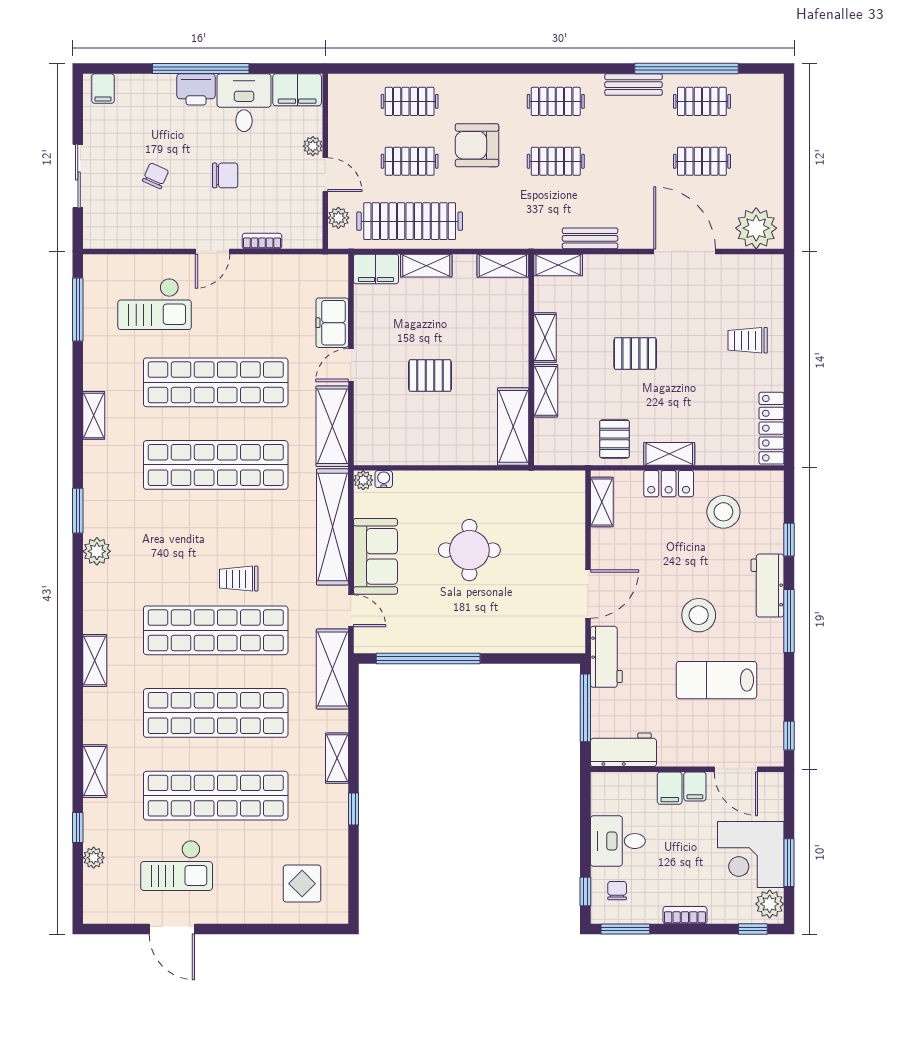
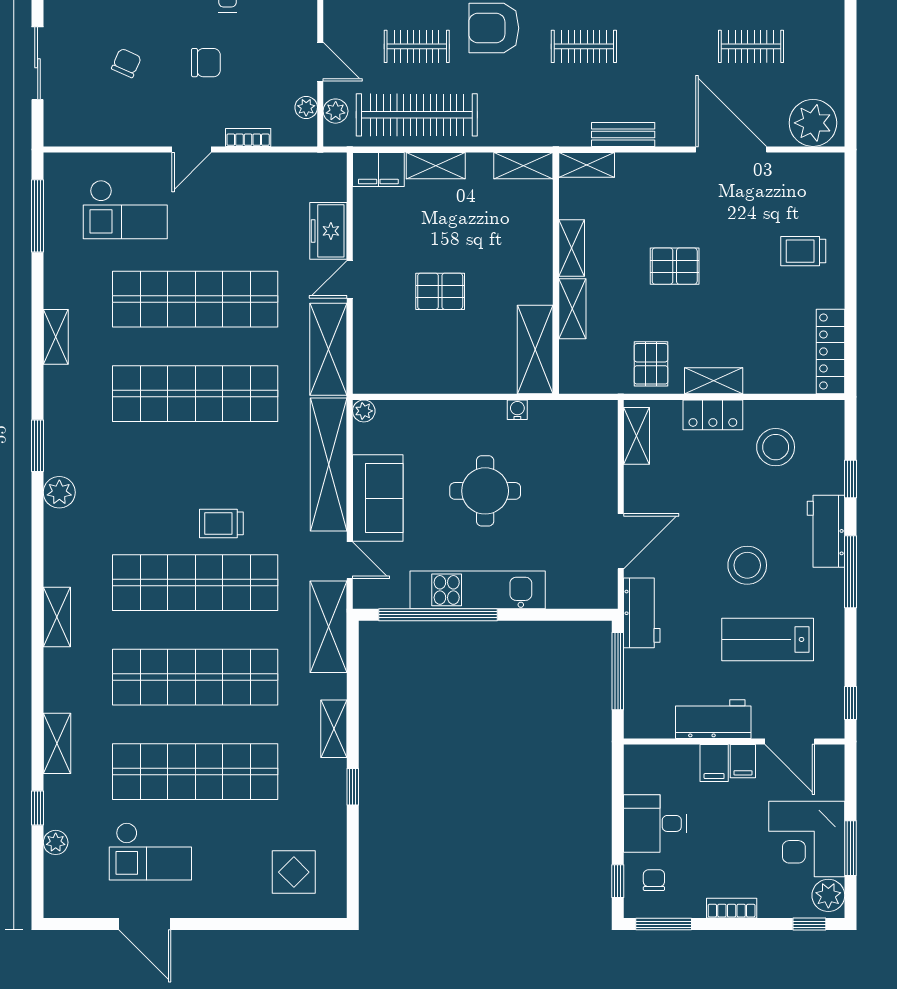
plant: (313, 146) -> (306, 107), moved
water cooler: (384, 479) -> (517, 410), moved
kitchen unit: (463, 637) -> (478, 590), added
workbench: (623, 750) -> (713, 719), moved

